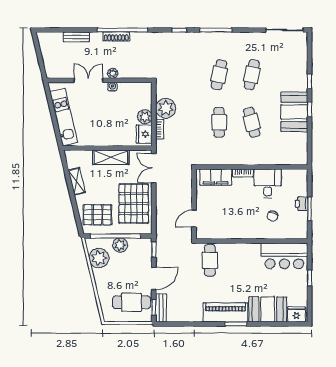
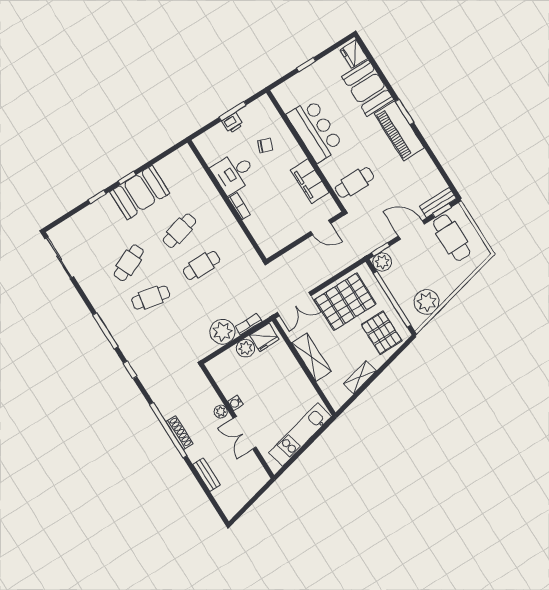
cafe table: (252, 75) -> (129, 263), turned -36
filing cabinet: (216, 177) -> (310, 181), moved, turned 180
plant: (120, 245) -> (382, 262), moved
bar counter: (284, 256) -> (315, 131), moved

